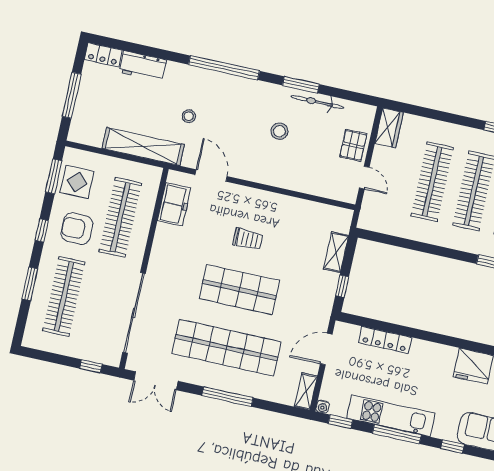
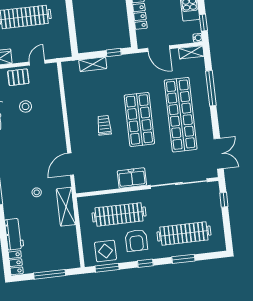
stool: (279, 131) -> (26, 106), moved
shelving: (143, 146) -> (66, 207), width x0.68
freezer: (174, 204) -> (132, 178), moved
window: (227, 397) -> (211, 88), moved

